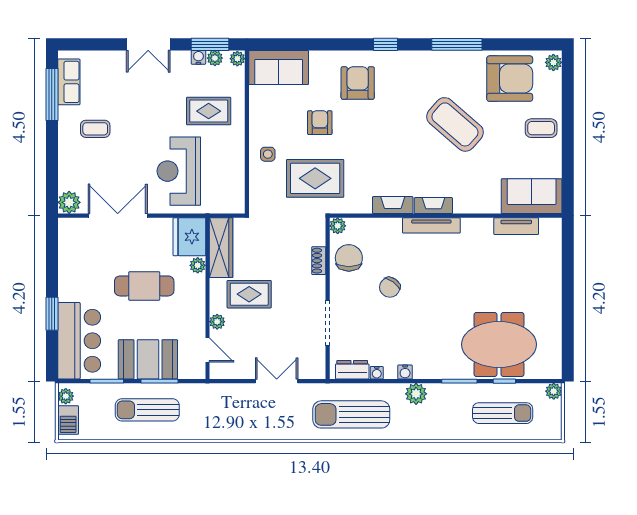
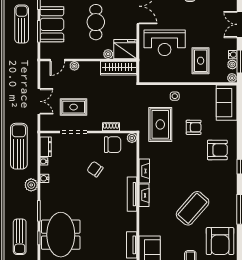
reception desk: (179, 171) -> (165, 43), turned 180
rug: (249, 294) -> (74, 107), moved, turned 90

